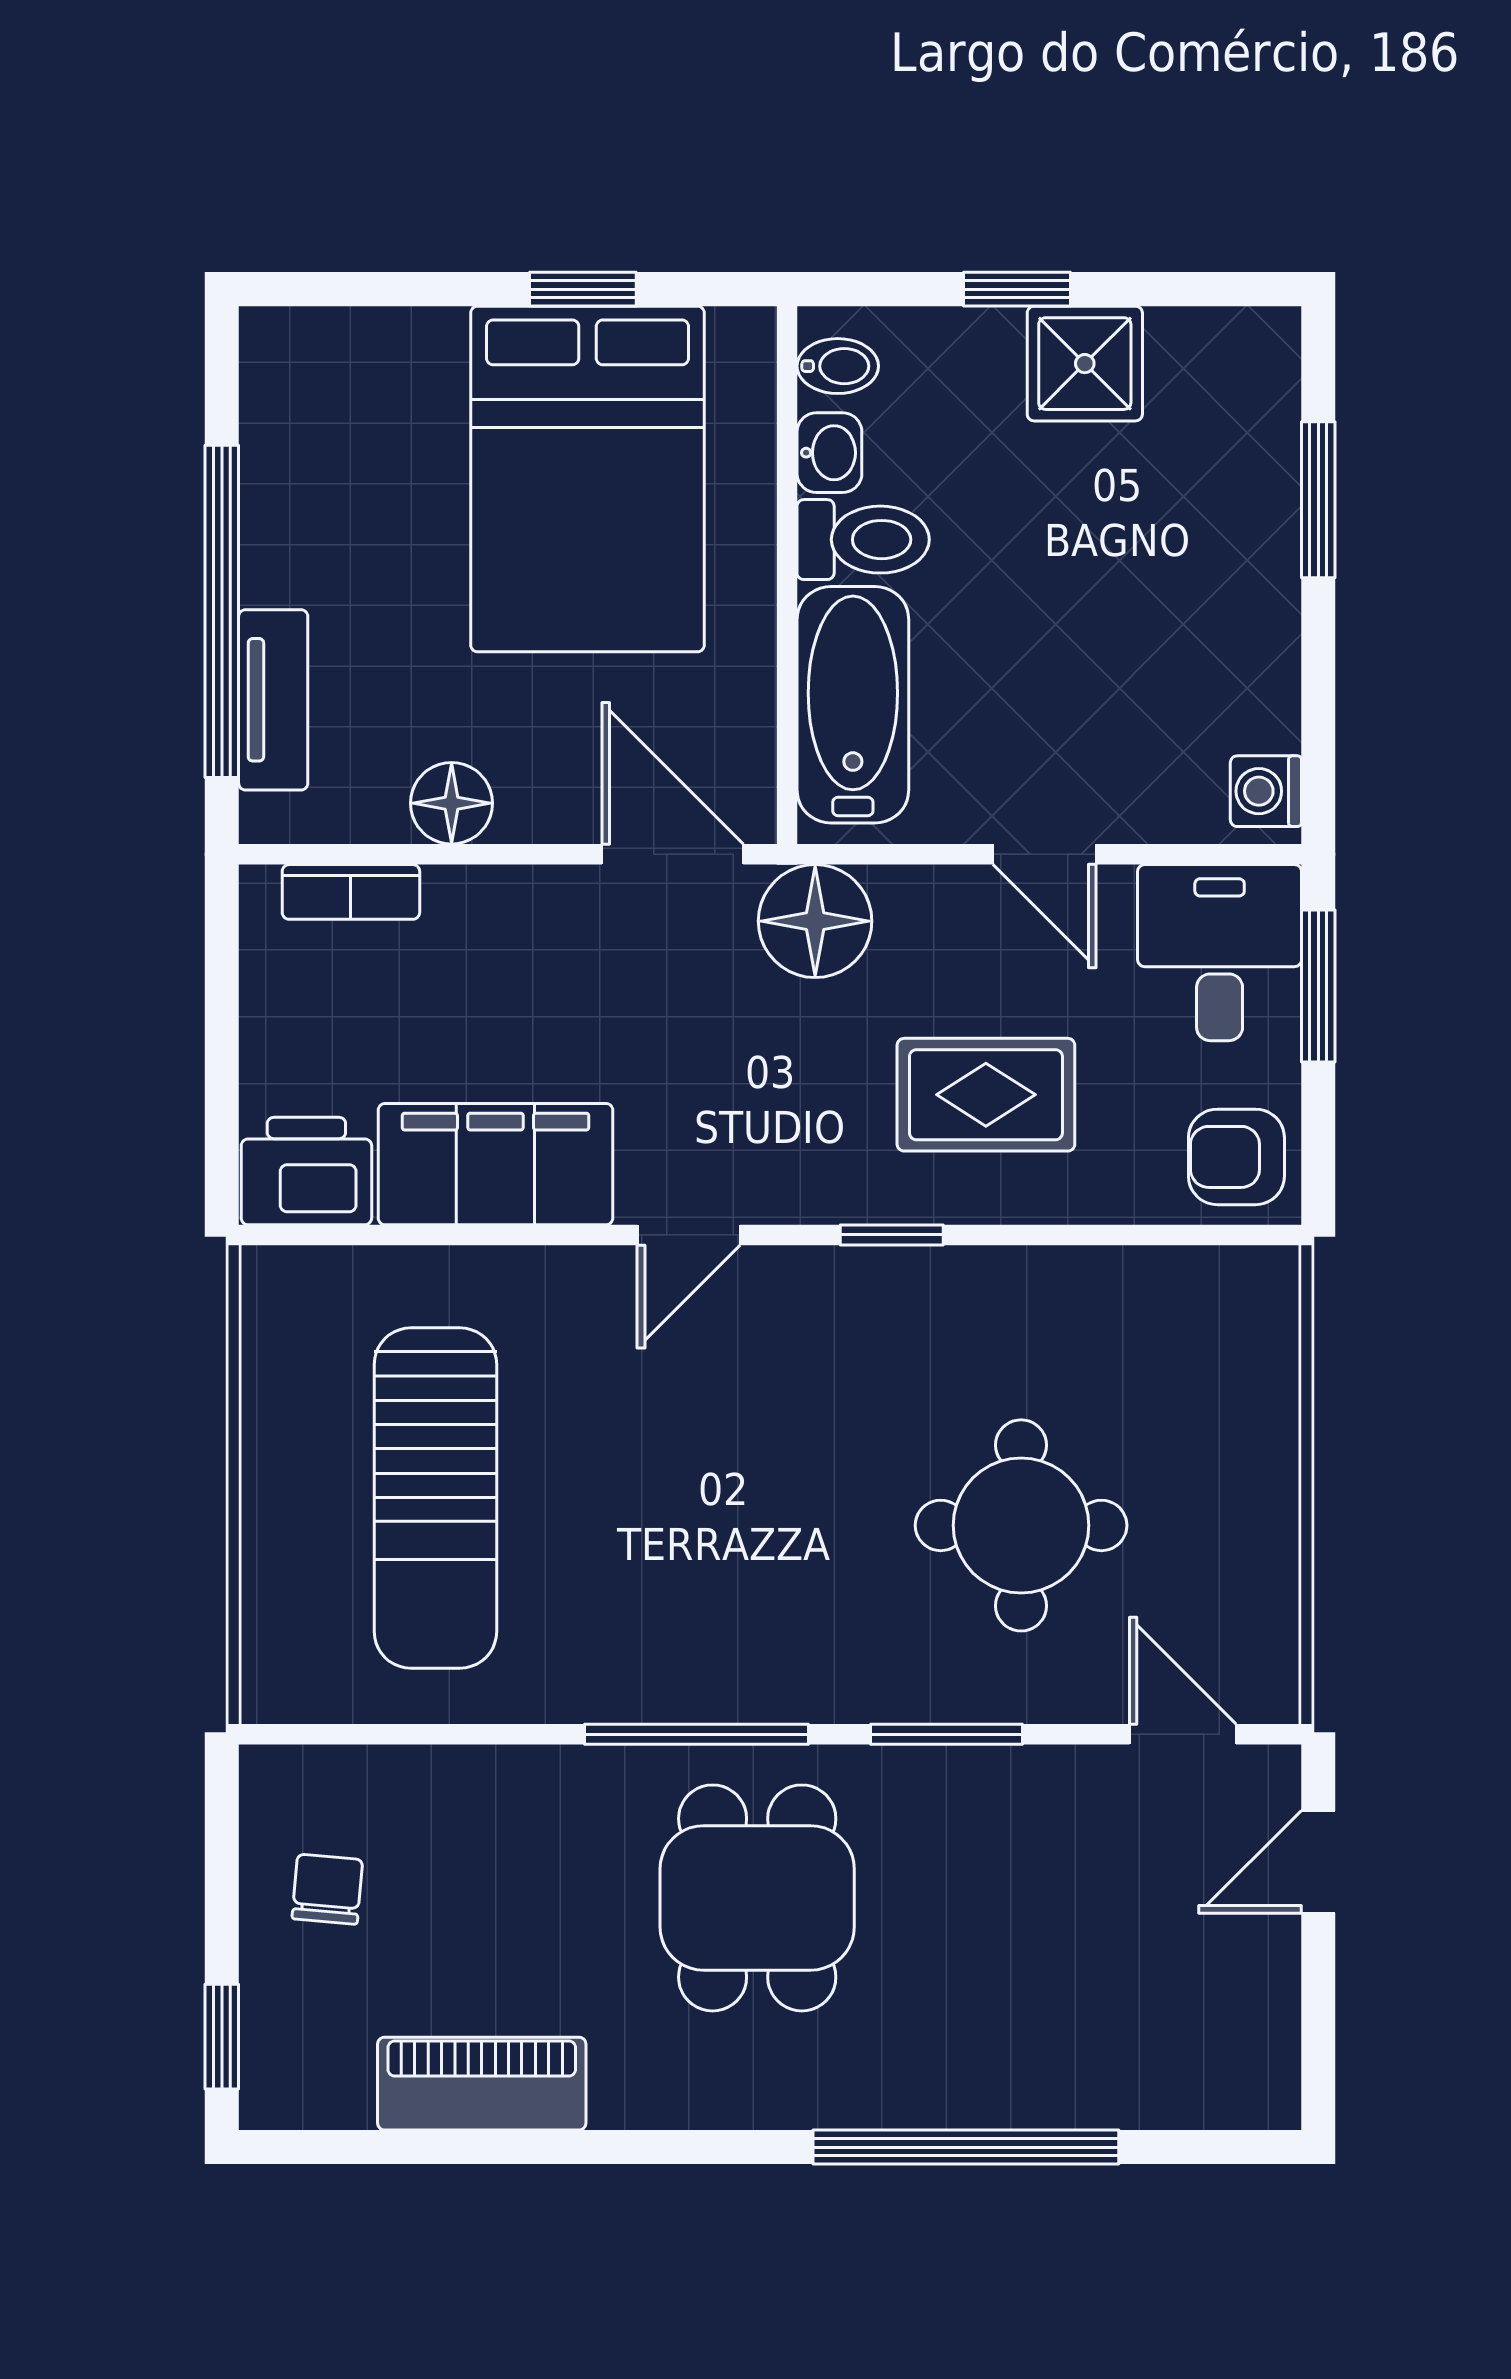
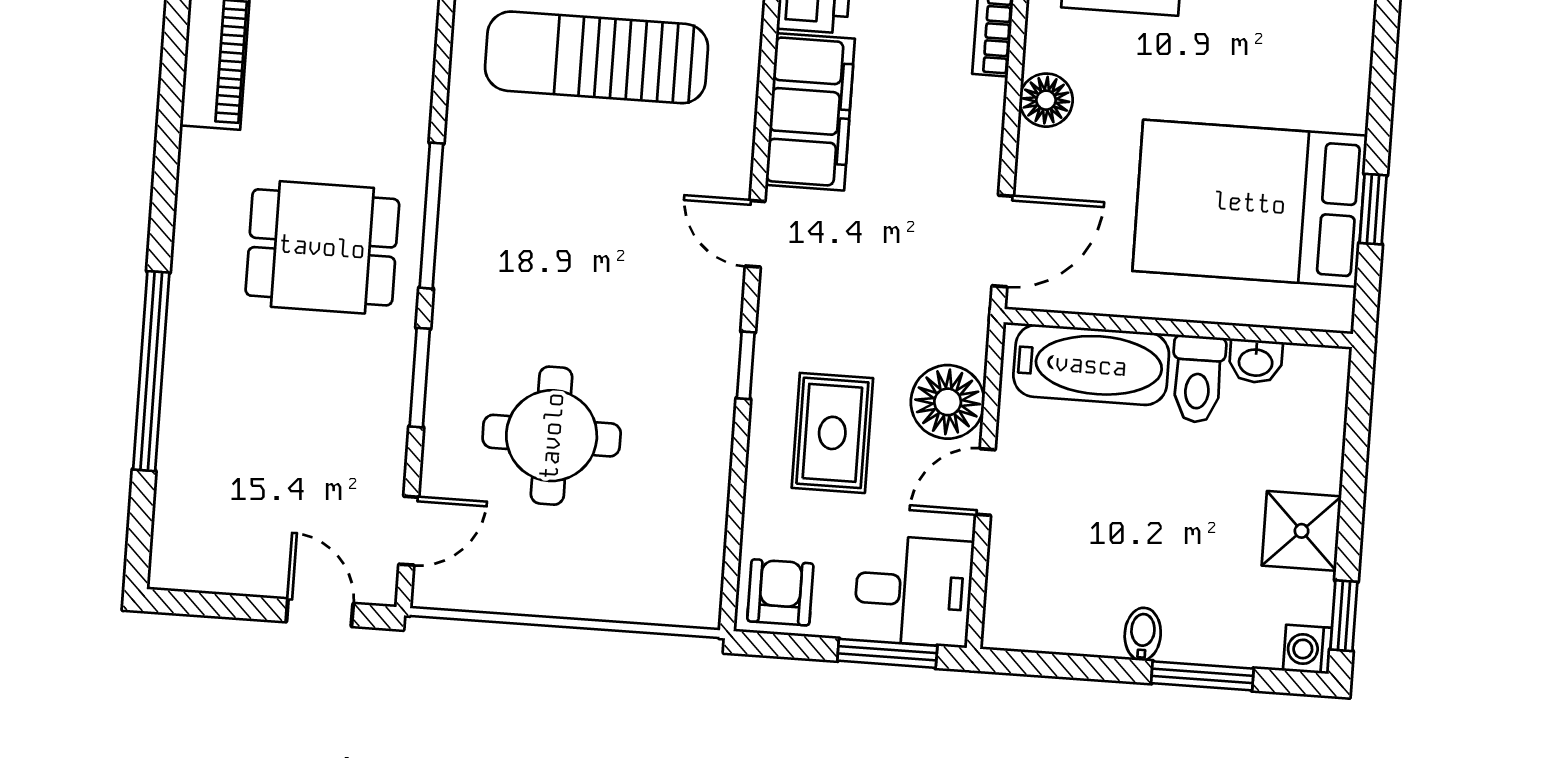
window: (1017, 289) -> (1344, 616), moved
bidet: (838, 366) -> (1143, 634), moved, turned 180
washing machine: (1266, 791) -> (1307, 649), moved, turned -90
floor lamp: (815, 921) -> (948, 402), moved

